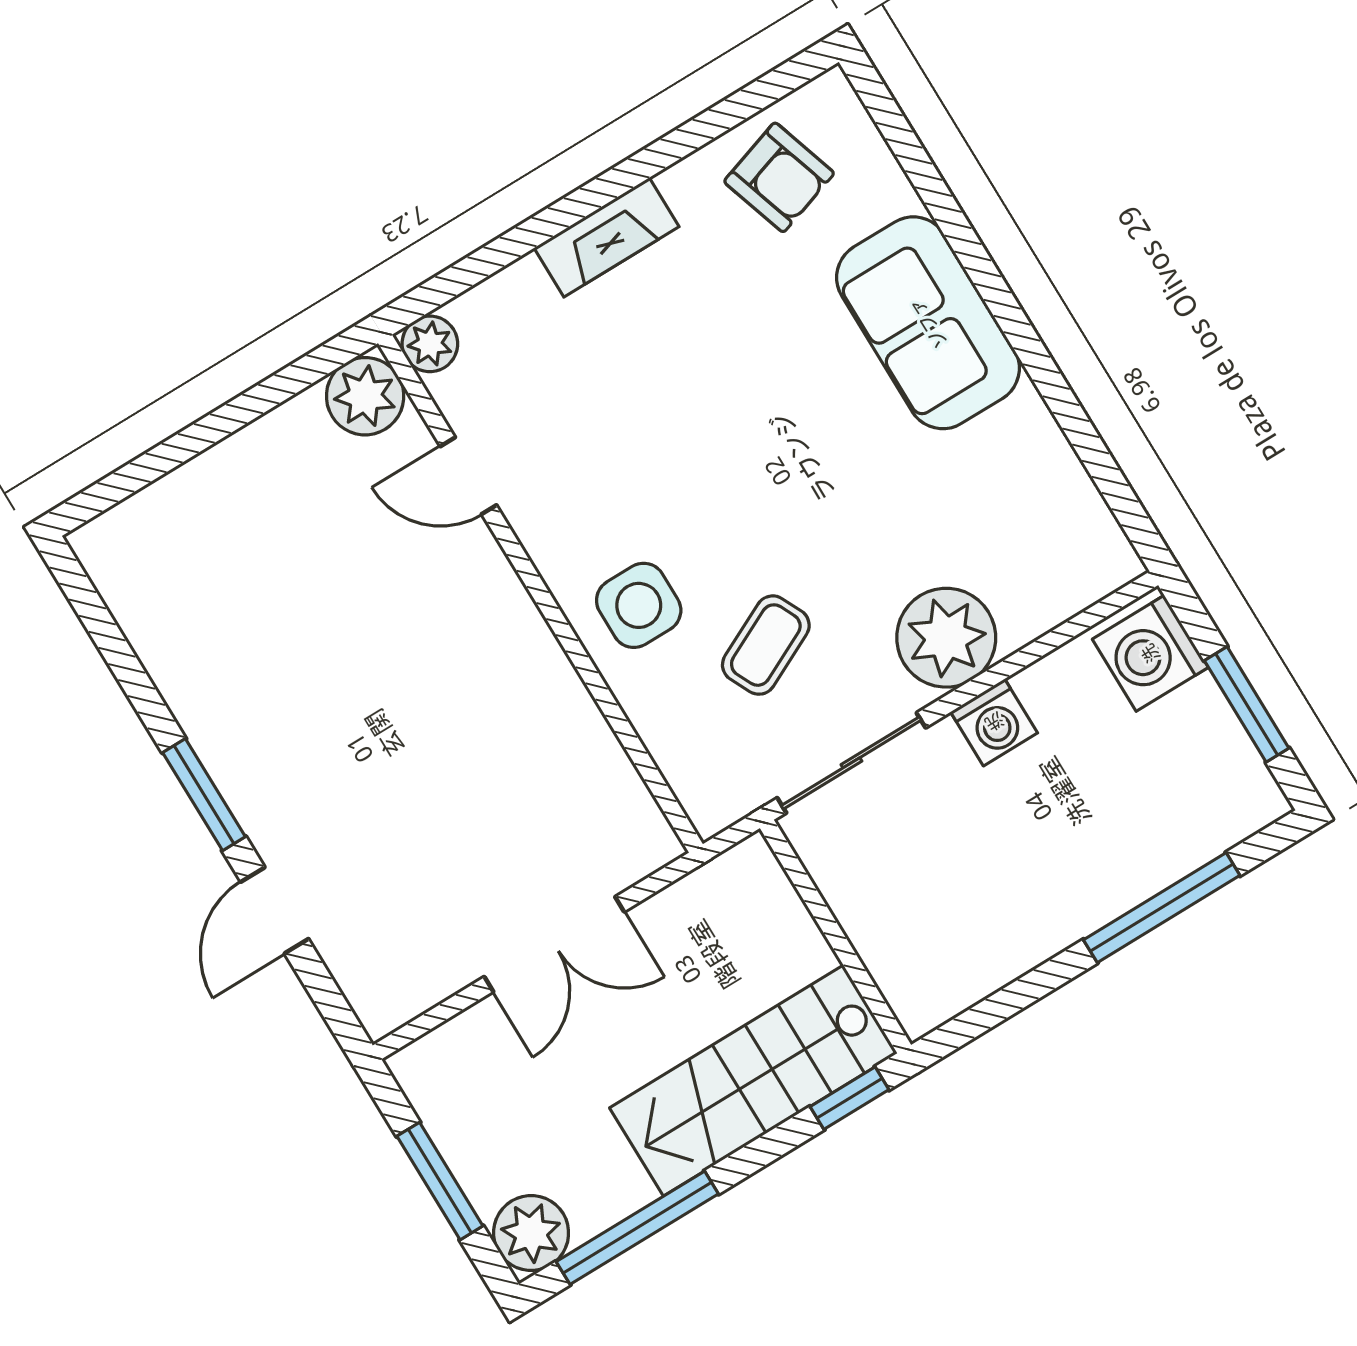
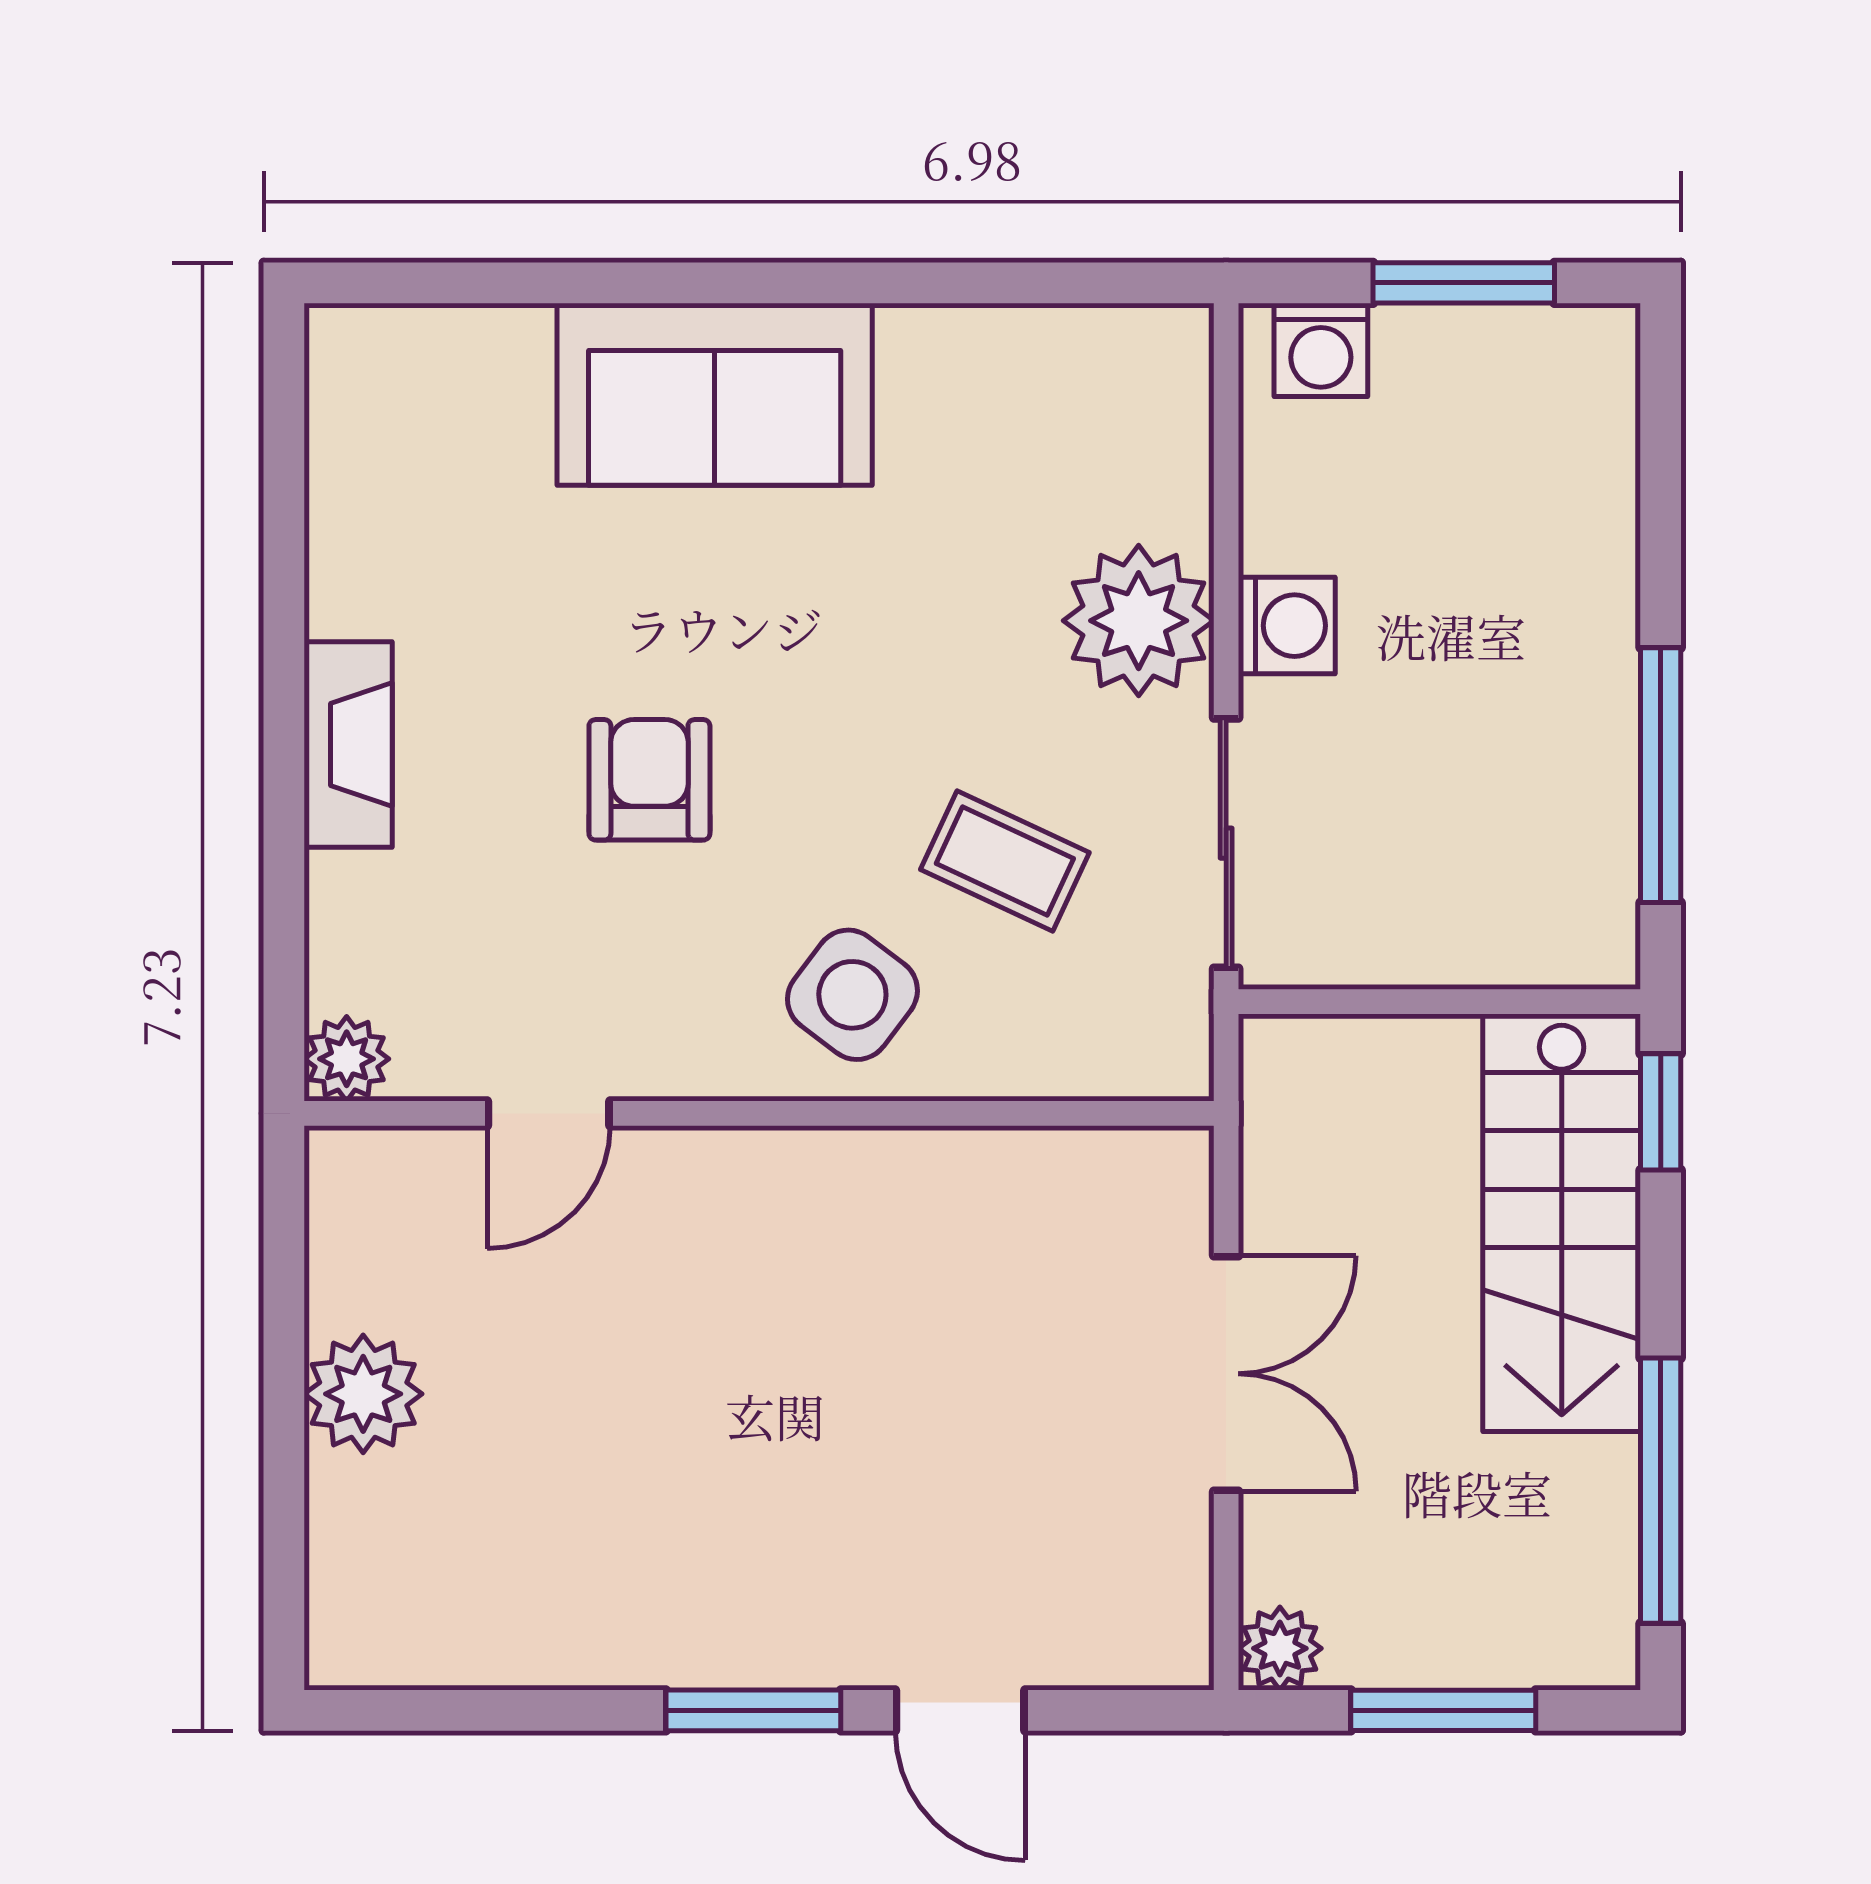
armchair: (779, 177) -> (649, 780), moved, turned -72
plant: (365, 396) -> (363, 1394), moved
side table: (639, 605) -> (852, 995), turned 37
coffee table: (766, 645) -> (1005, 861), turned -39
washing machine: (1150, 653) -> (1321, 350), width x0.73, depth x0.73
window: (1162, 908) -> (1661, 775), moved
plant: (531, 1233) -> (1280, 1648), moved, width x0.73, depth x0.73

